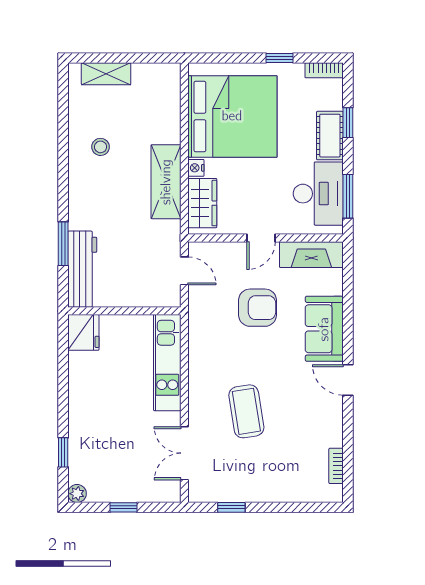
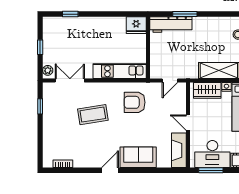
armchair: (258, 308) -> (135, 102), moved, turned 90
plant: (77, 494) -> (48, 70), moved

